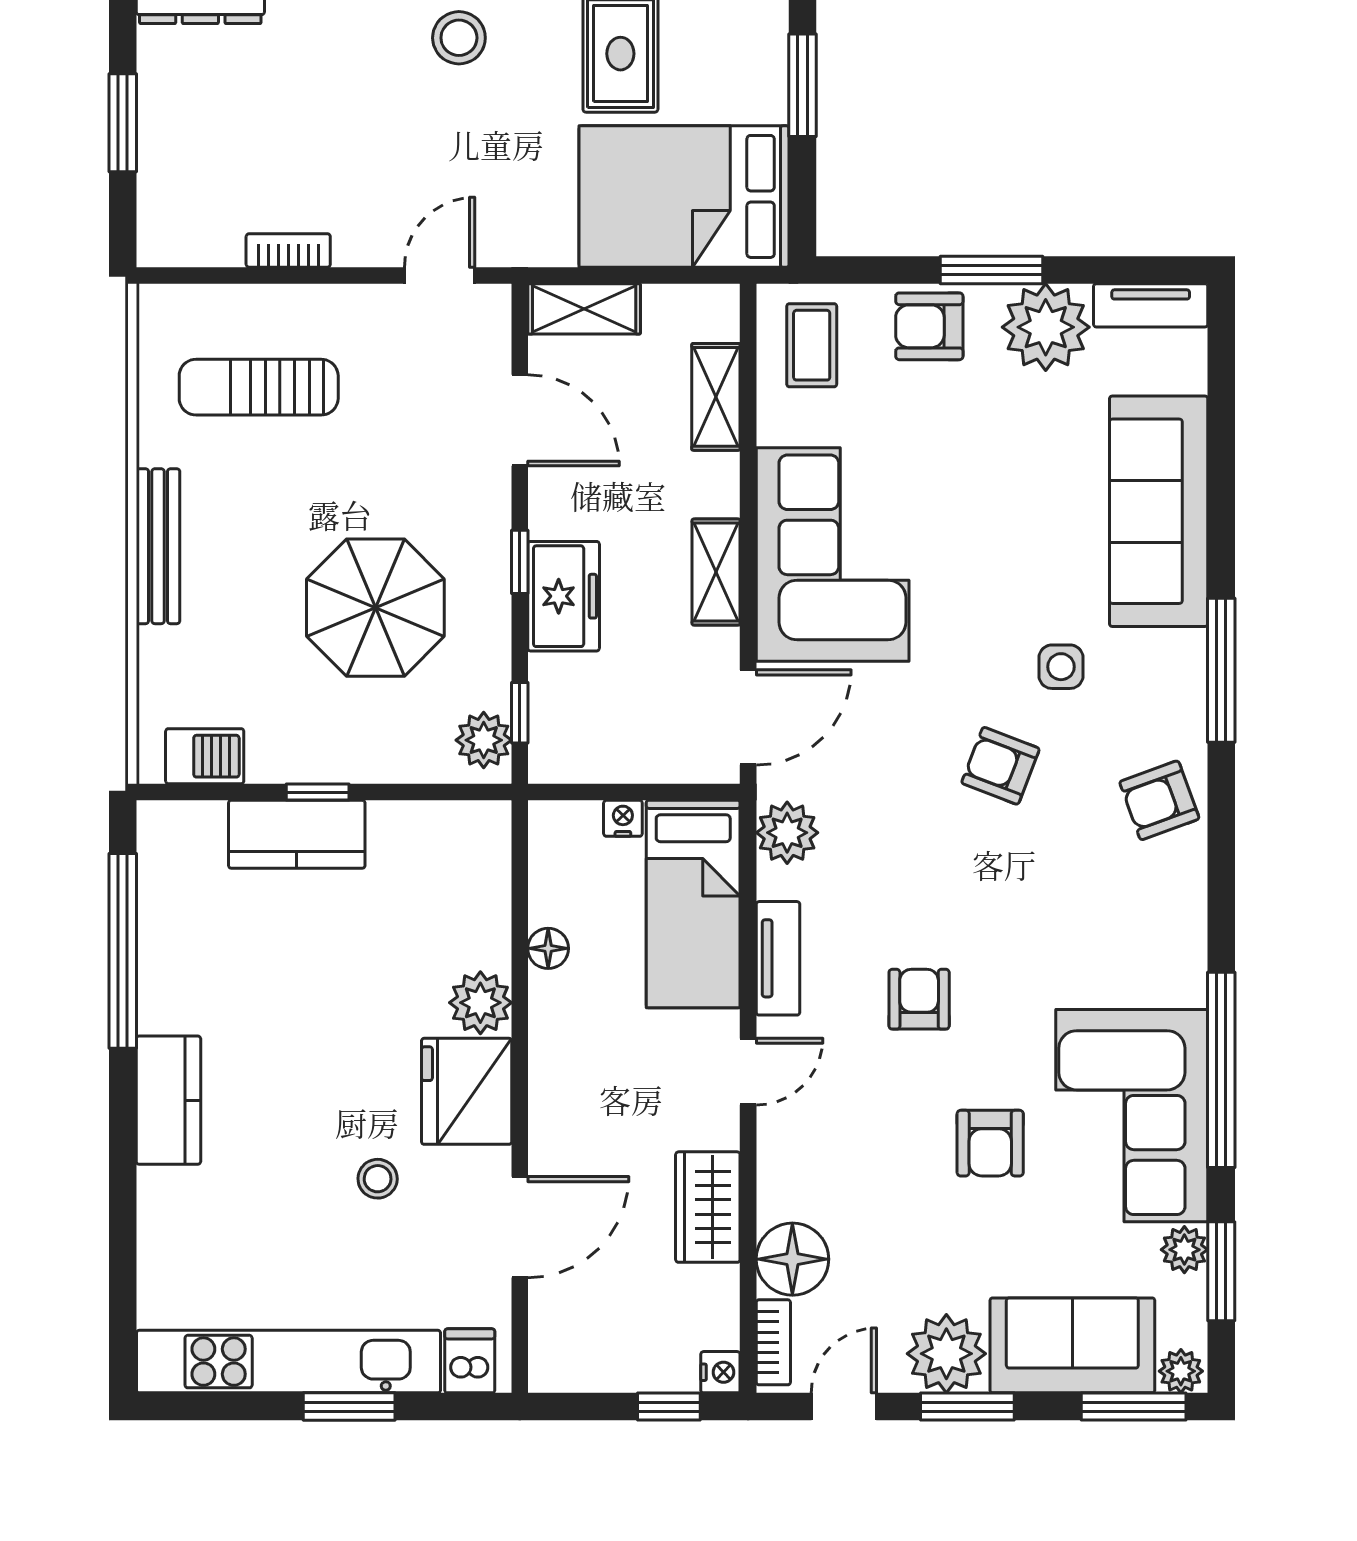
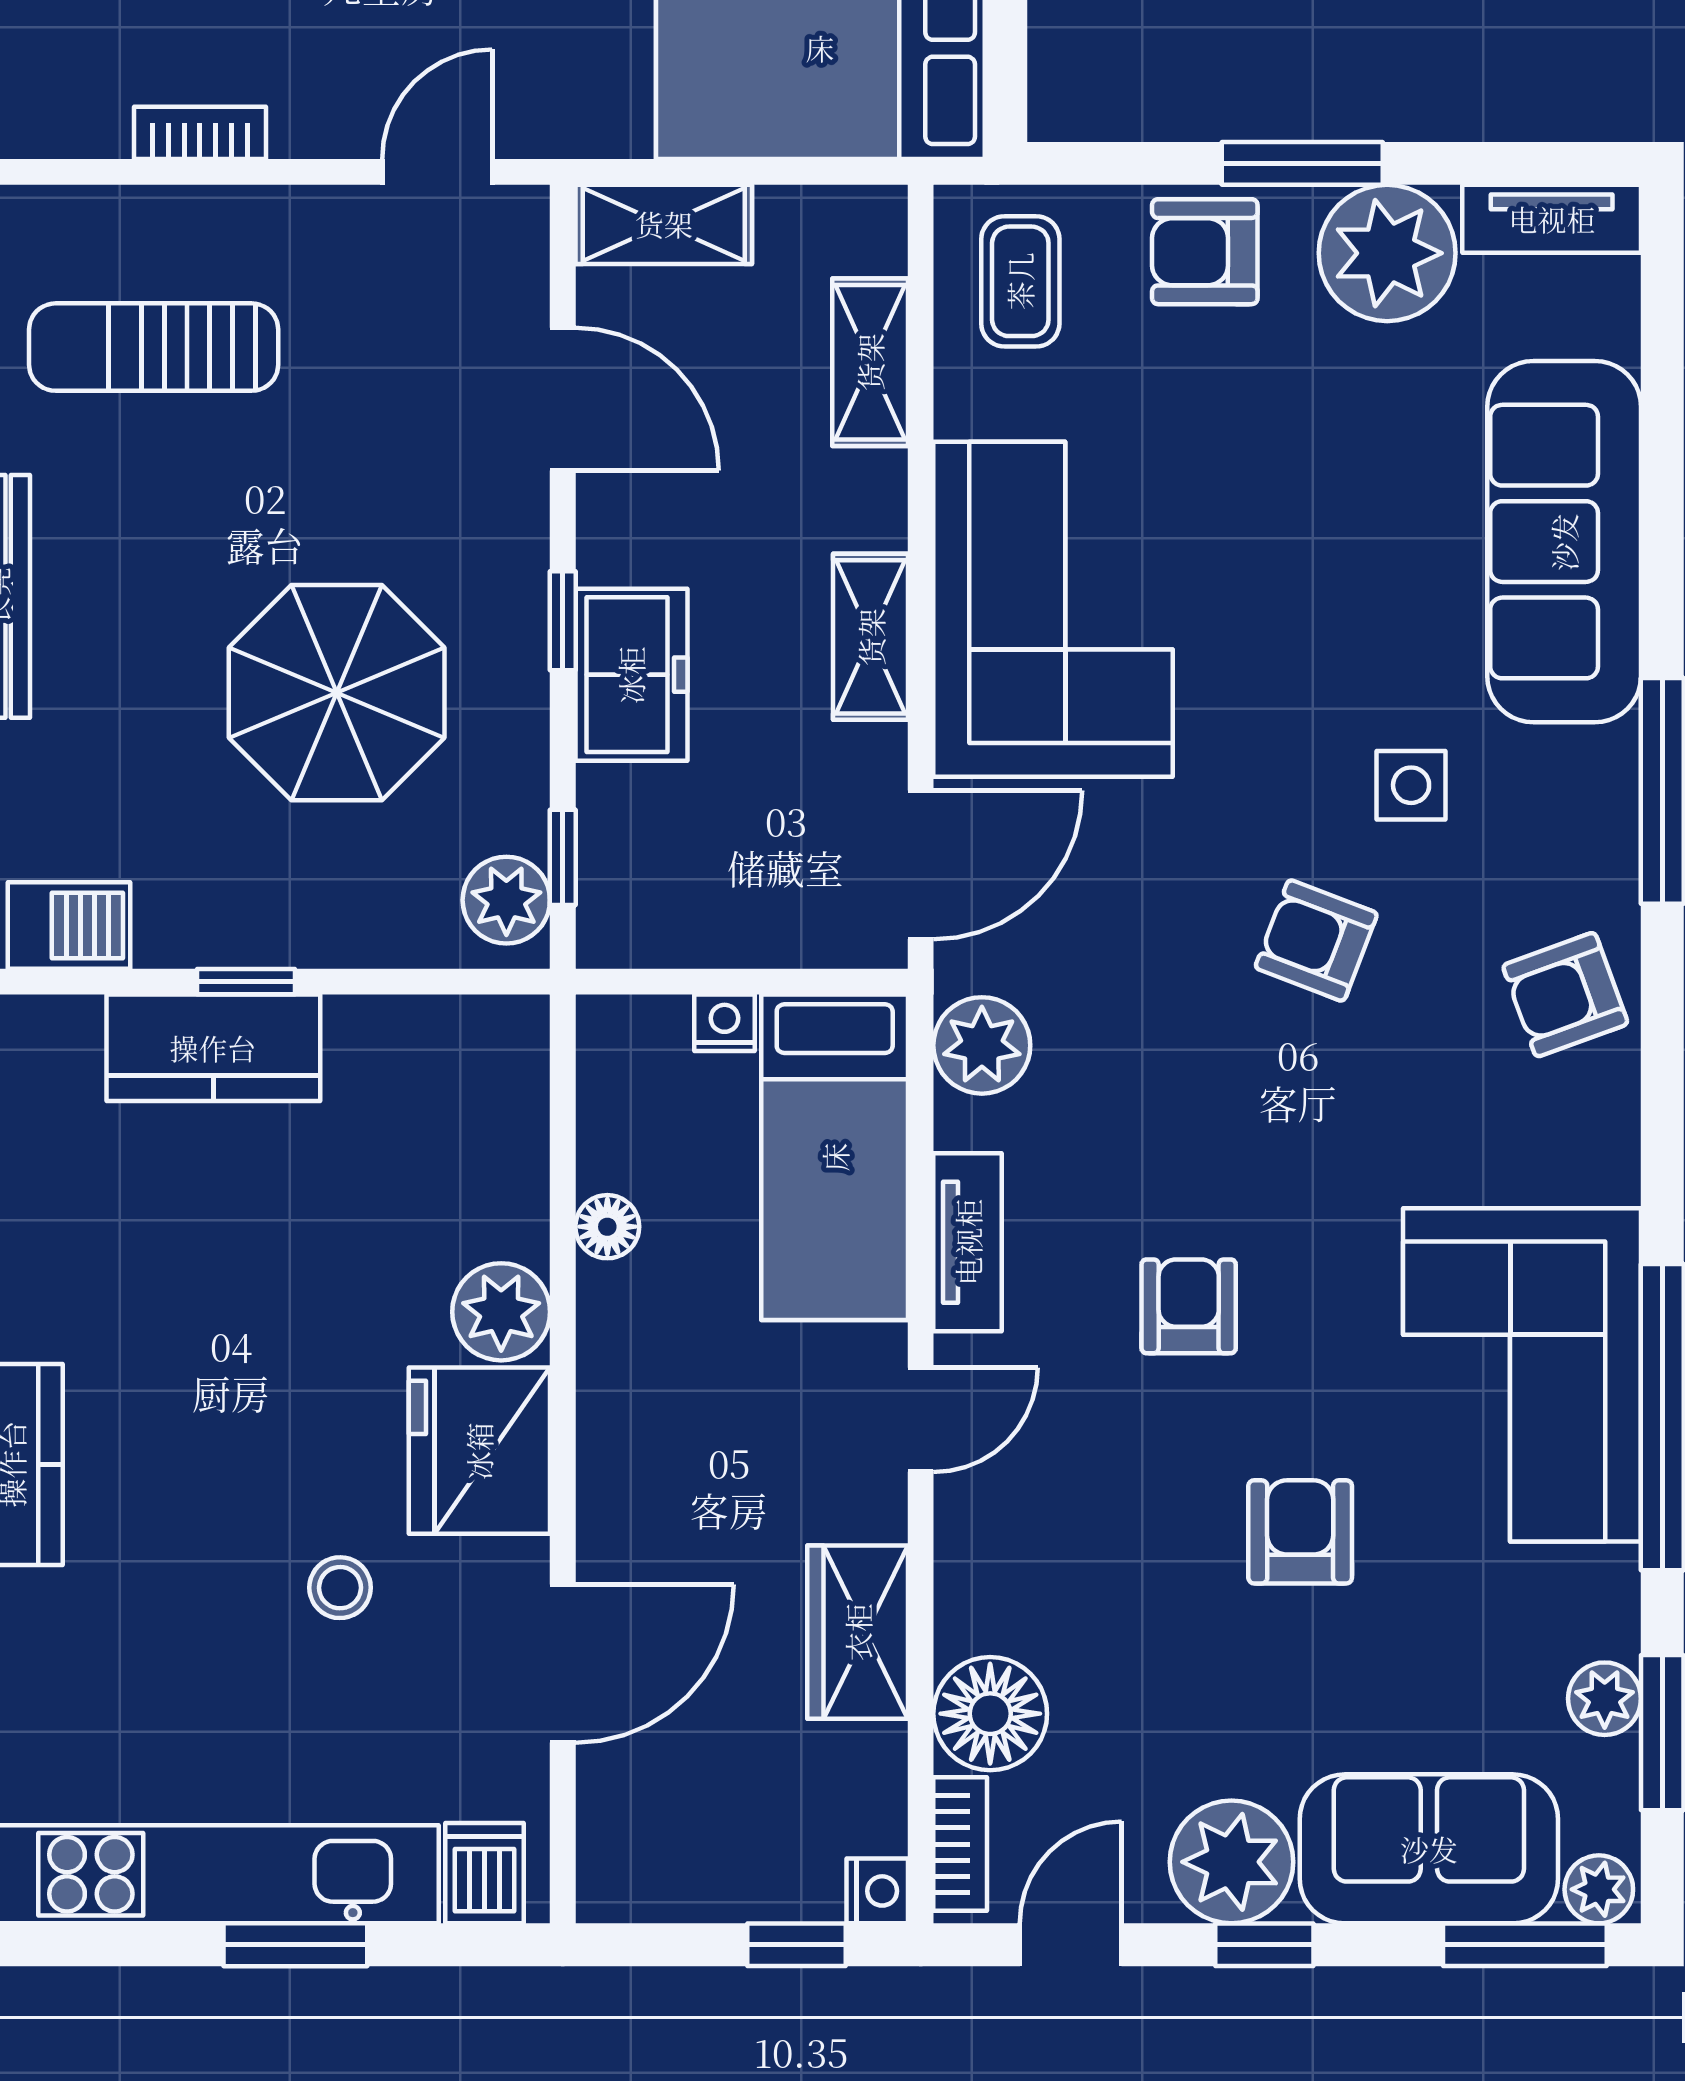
corner sofa: (1132, 1116) -> (1522, 1375), moved
armchair: (990, 1143) -> (1300, 1532), turned 180
window: (967, 1407) -> (1264, 1945), width x0.67

